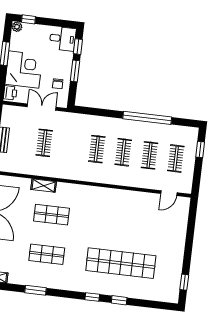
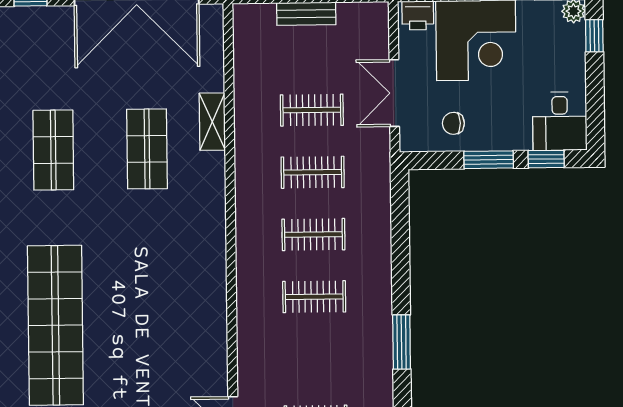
double door: (42, 107) -> (394, 93), swing flipped
window: (147, 118) -> (402, 342), width x0.47
clothes rail: (149, 155) -> (313, 172), moved

